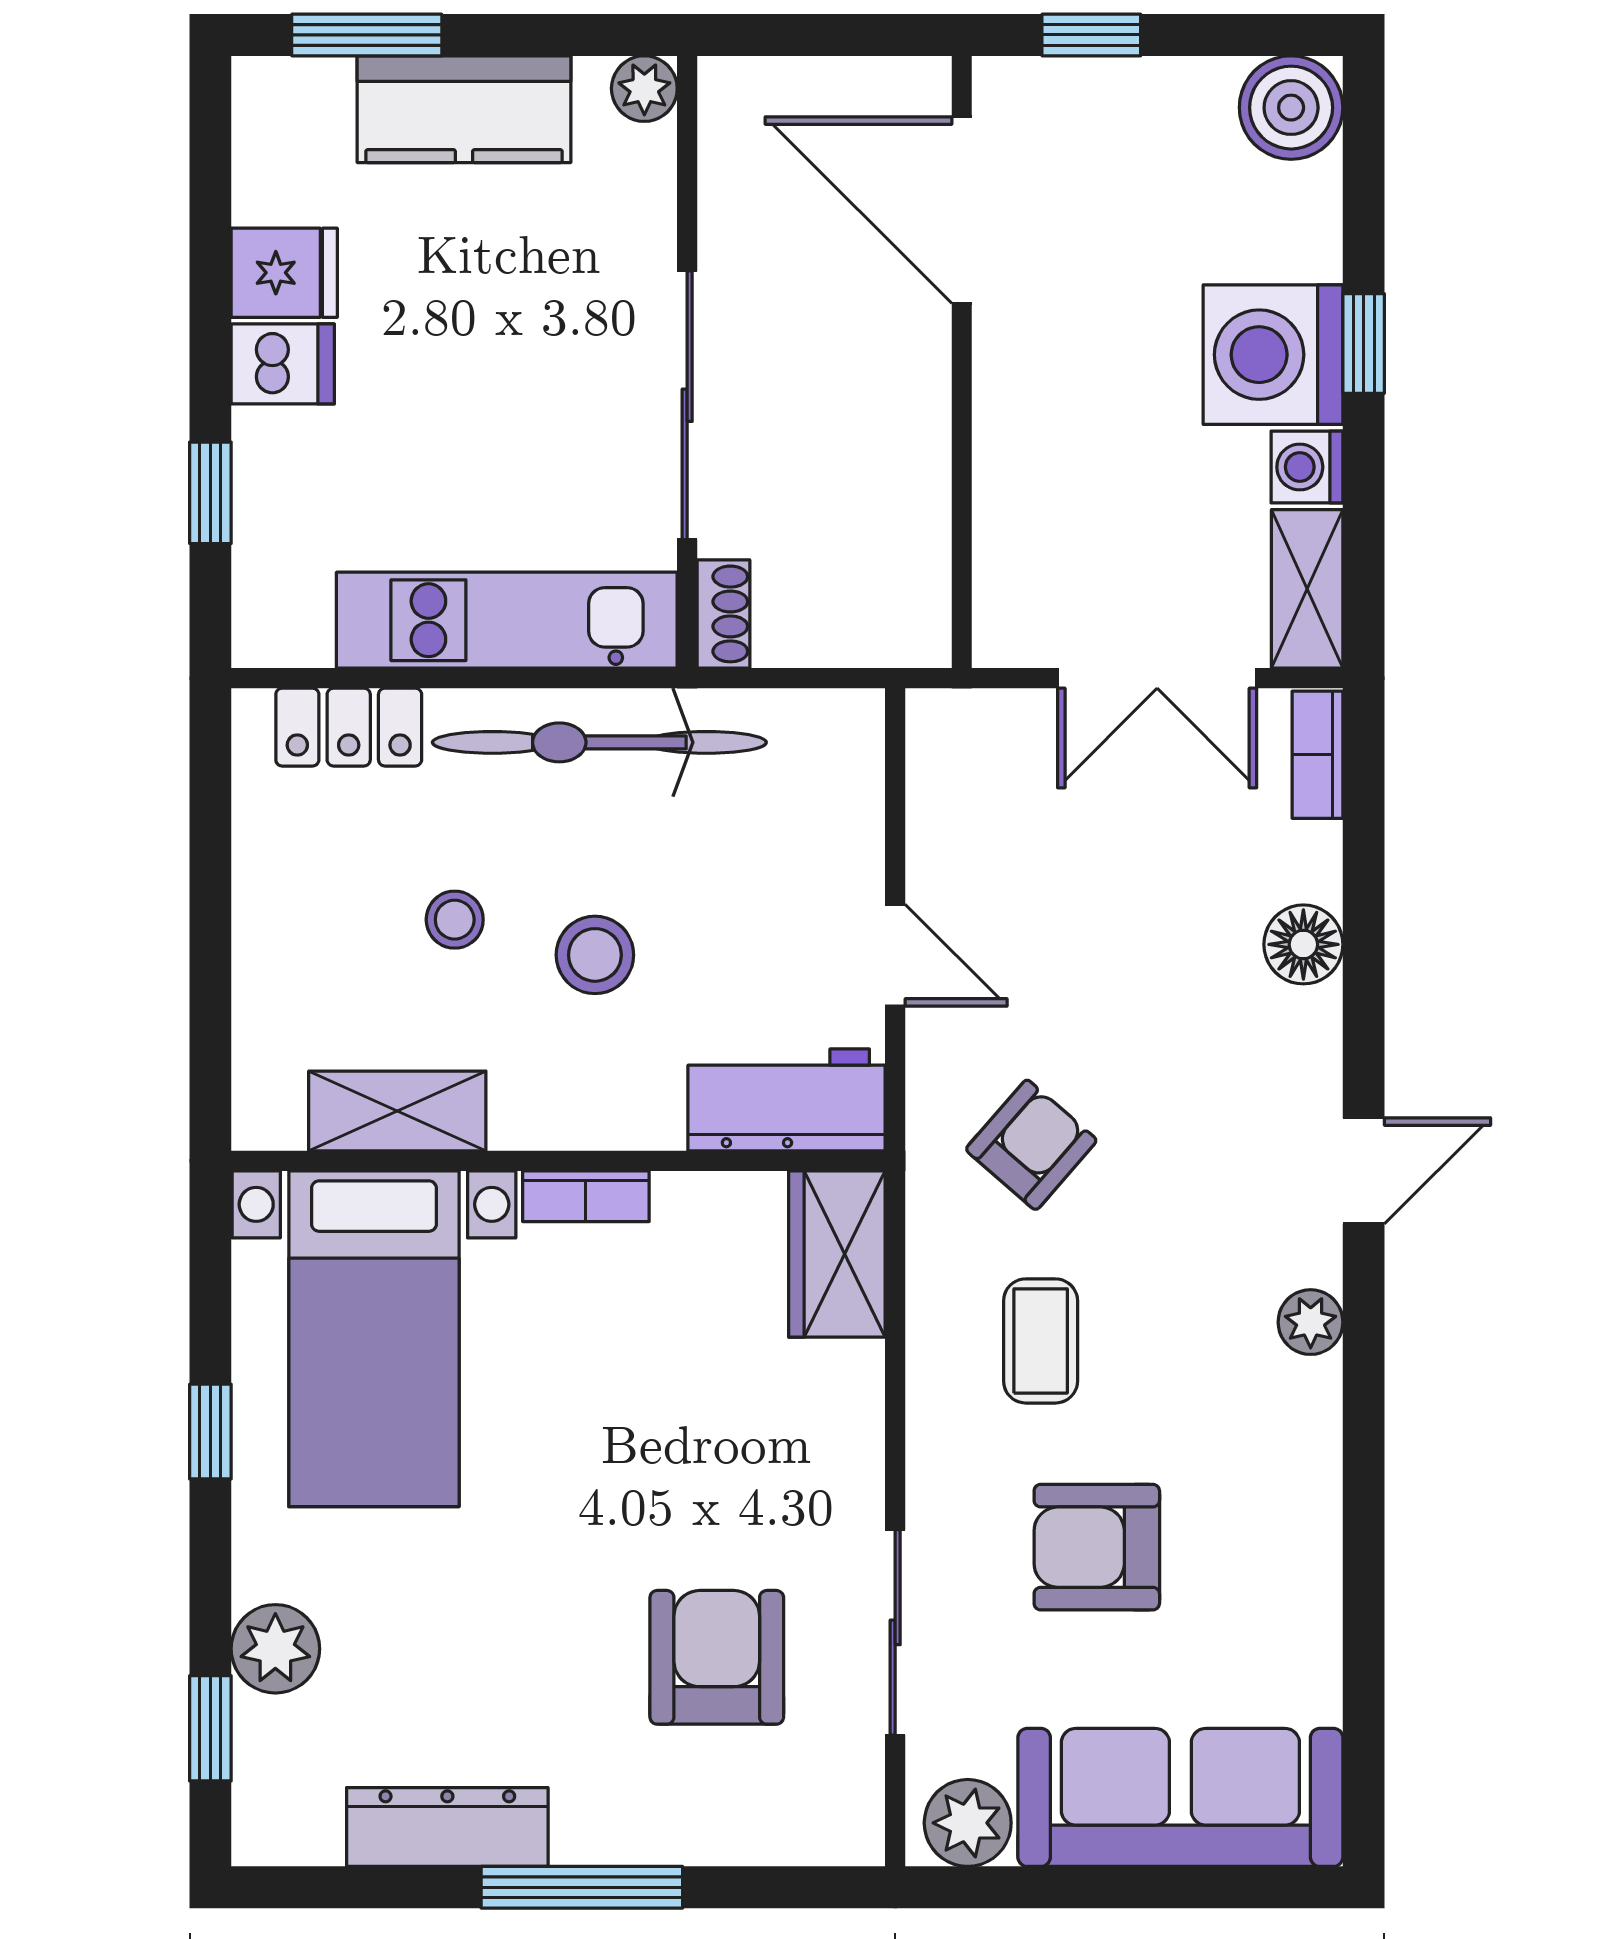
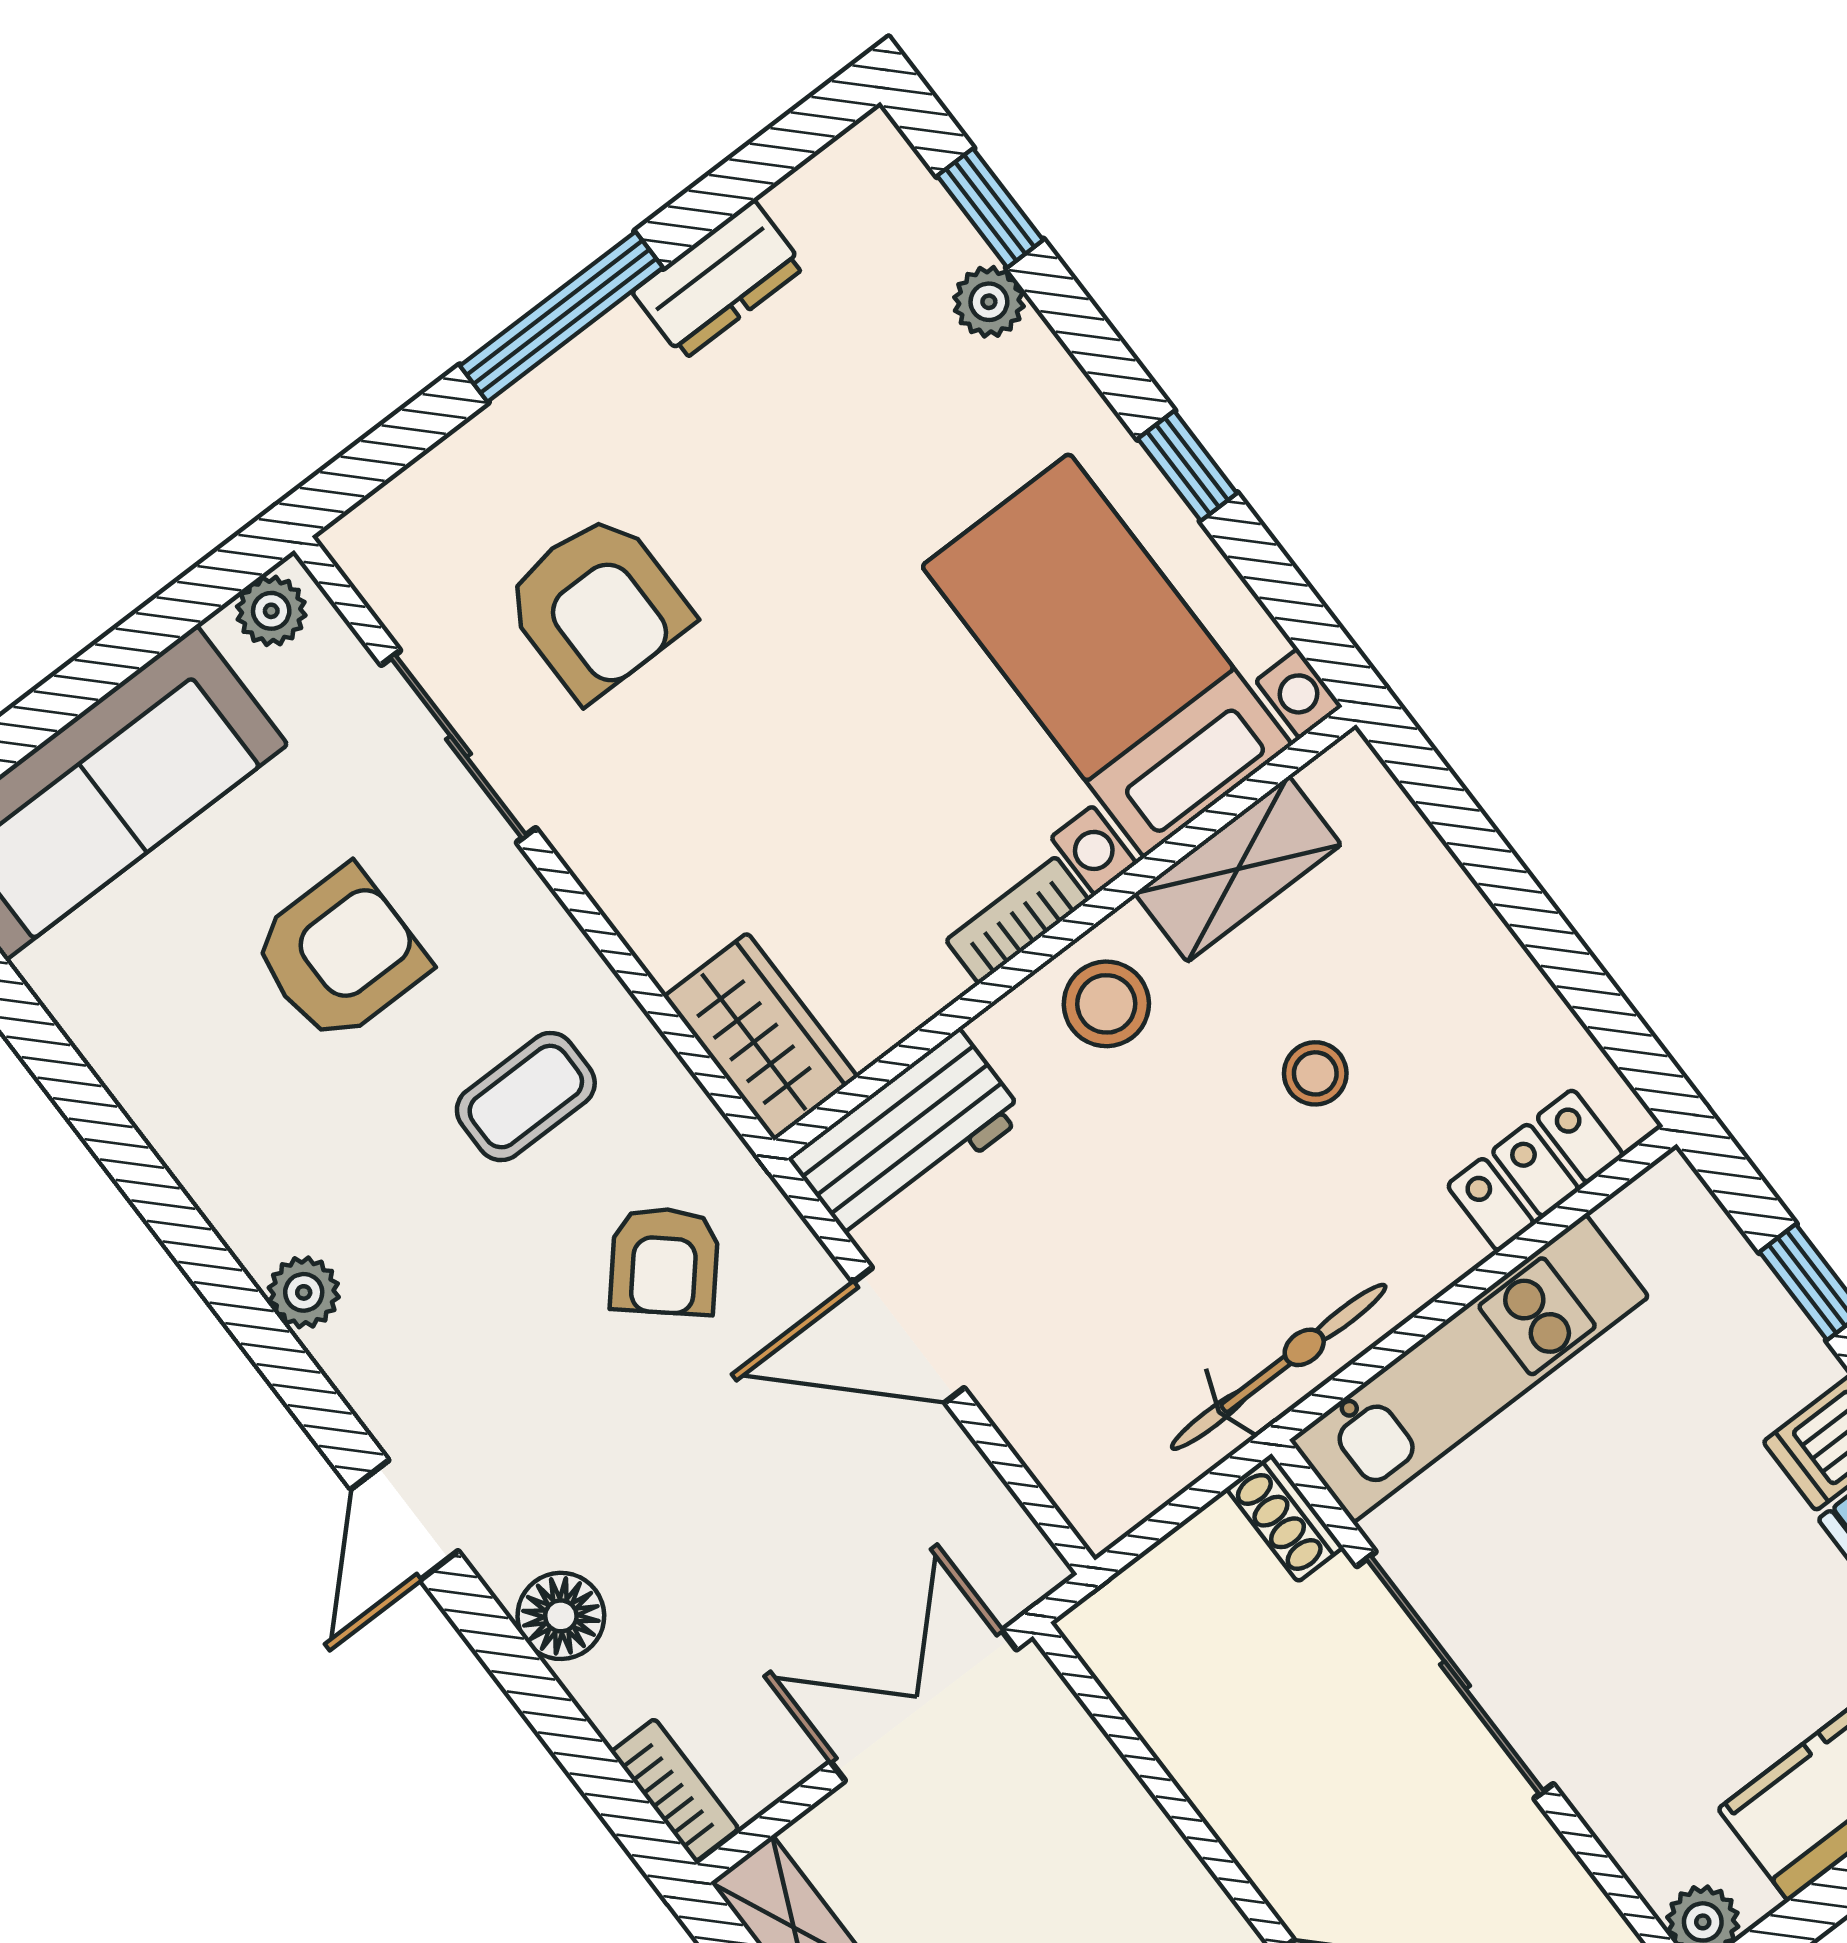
double door: (1157, 678) -> (923, 1706), moved
bicycle: (599, 742) -> (1279, 1367), width x0.73, depth x0.71
stool: (595, 955) -> (1106, 1004), moved
door: (895, 955) -> (909, 1335), width x1.38
door: (1364, 1171) -> (405, 1520), moved
coffee table: (1041, 1341) -> (526, 1097), turned 90
plant: (275, 1649) -> (989, 302), width x0.73, depth x0.73
plant: (968, 1823) -> (271, 611), width x0.73, depth x0.73
dresser: (447, 1827) -> (718, 280), width x0.70

